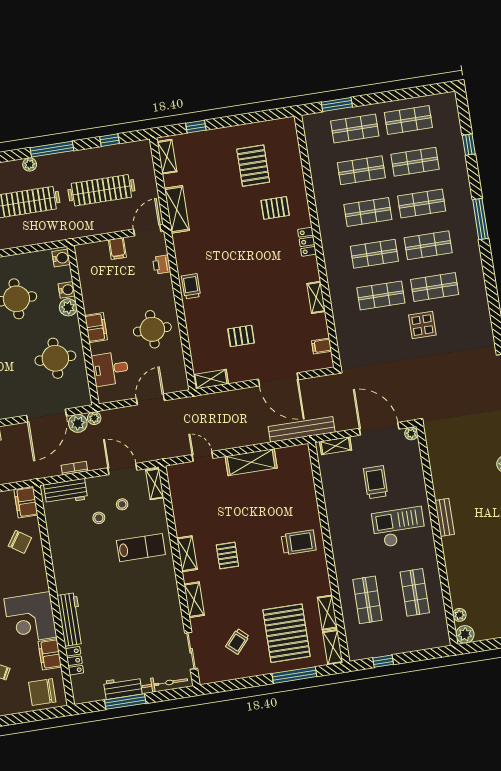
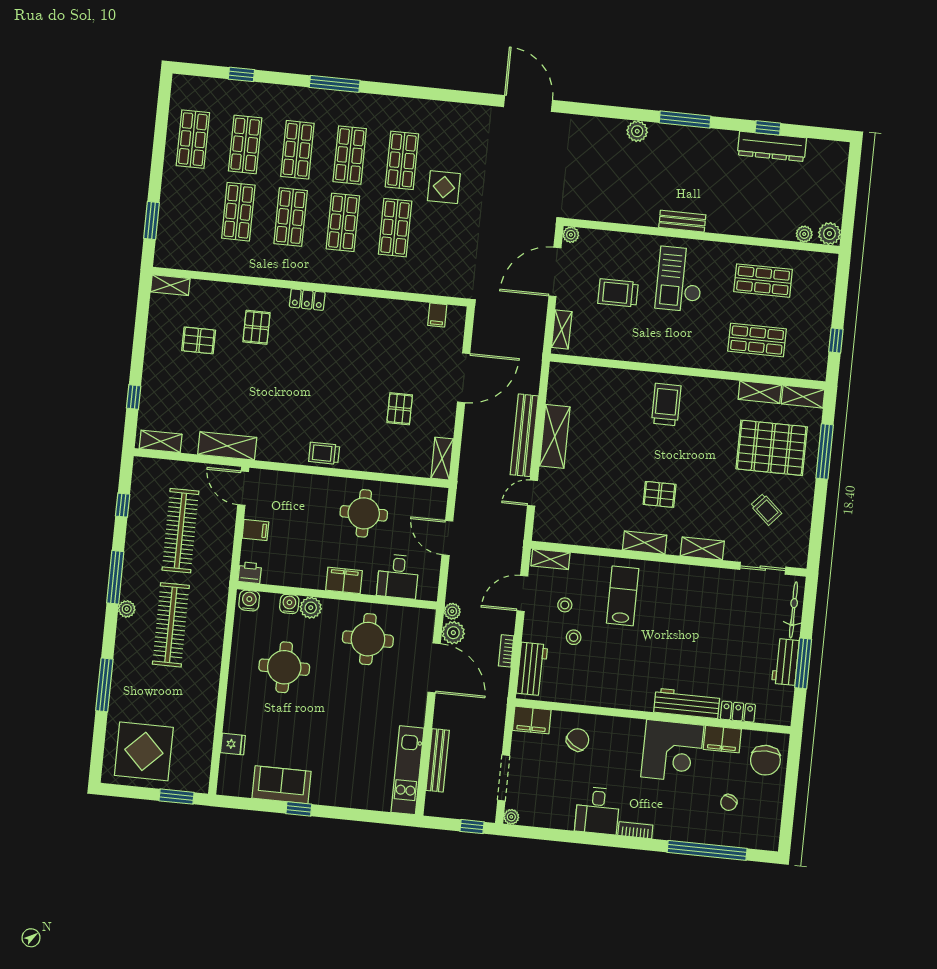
shop shelf: (355, 128) -> (186, 206), removed
pallet: (253, 166) -> (199, 340), width x0.67, depth x0.71
printer: (162, 265) -> (250, 573), moved, turned 180
shelving: (316, 297) -> (170, 285), moved
bench: (302, 429) -> (524, 435), moved

